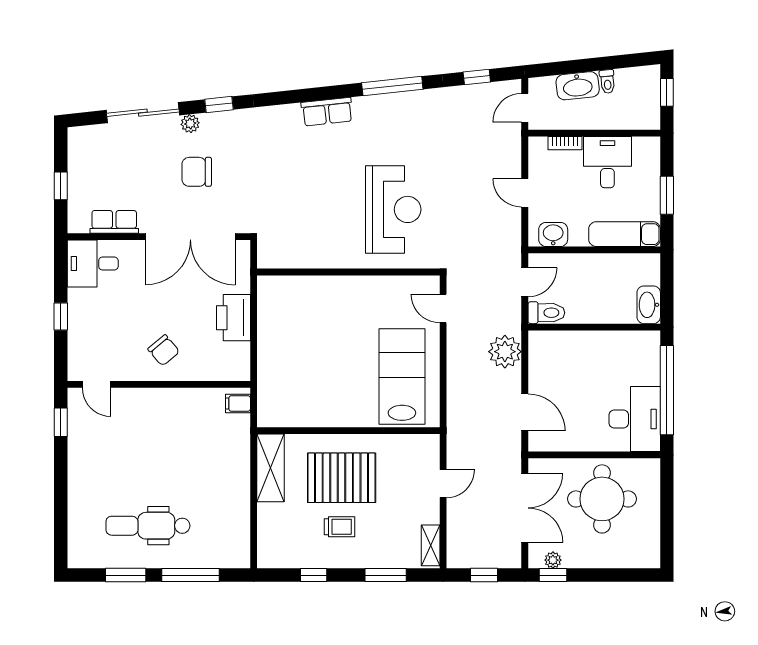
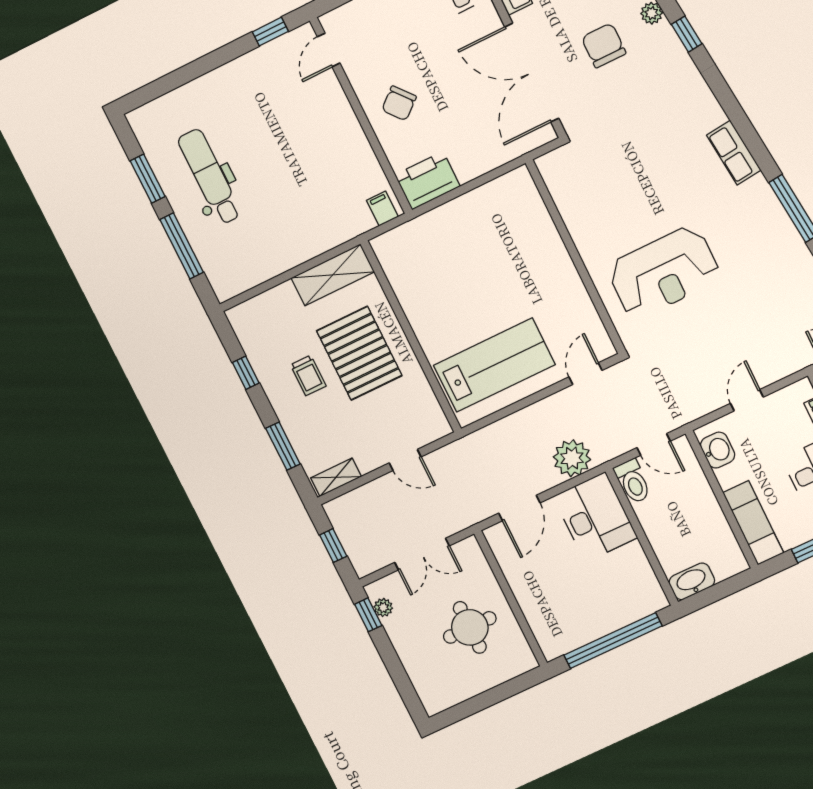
printer: (233, 318) -> (427, 181), moved
desk: (635, 419) -> (595, 517), moved, turned -90
round table: (602, 499) -> (470, 627), width x0.73, depth x0.73
double door: (525, 508) -> (422, 554), width x0.73

